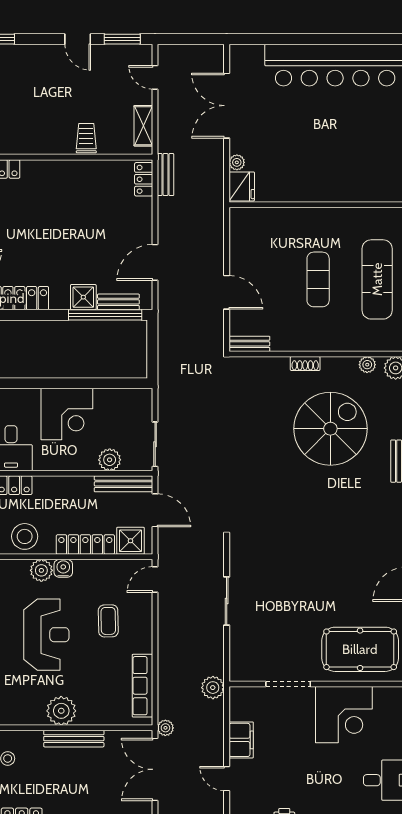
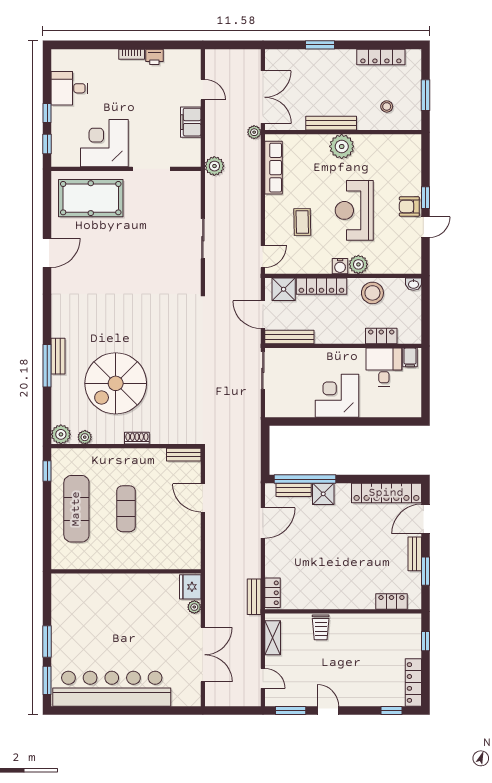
plant: (110, 460) -> (301, 357), removed

